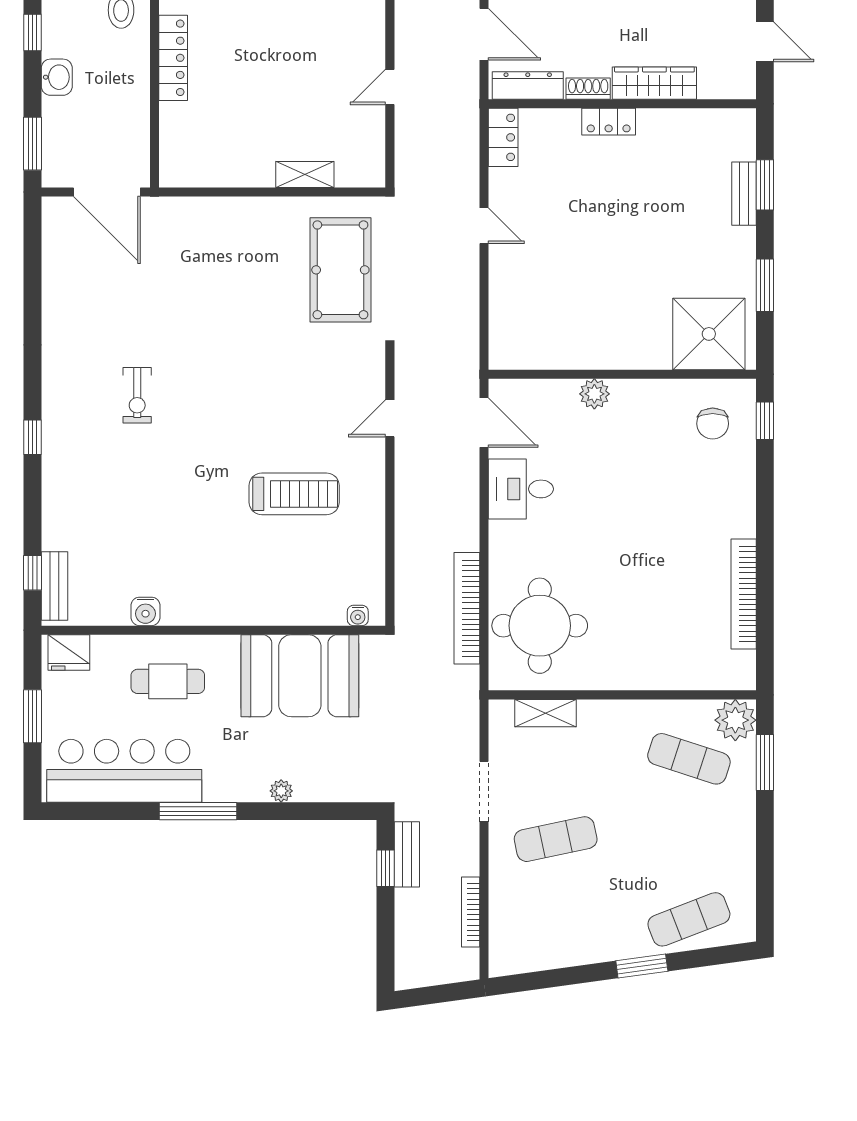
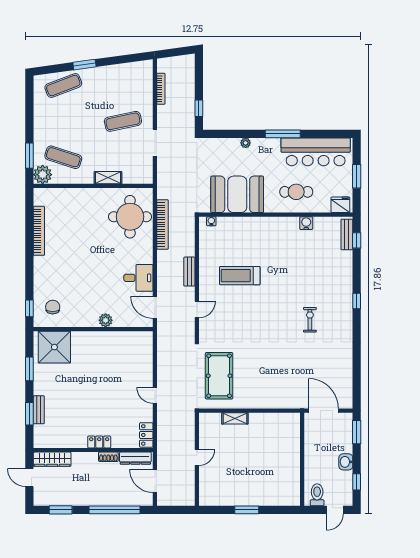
locker: (173, 58) -> (294, 471), removed
wardrobe: (654, 83) -> (52, 459), moved
shelving: (546, 713) -> (108, 178), moved
bench: (407, 854) -> (189, 272), moved

